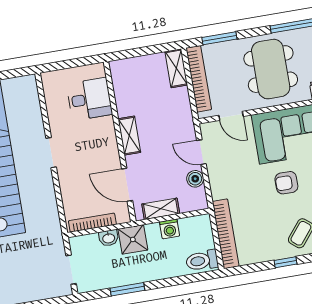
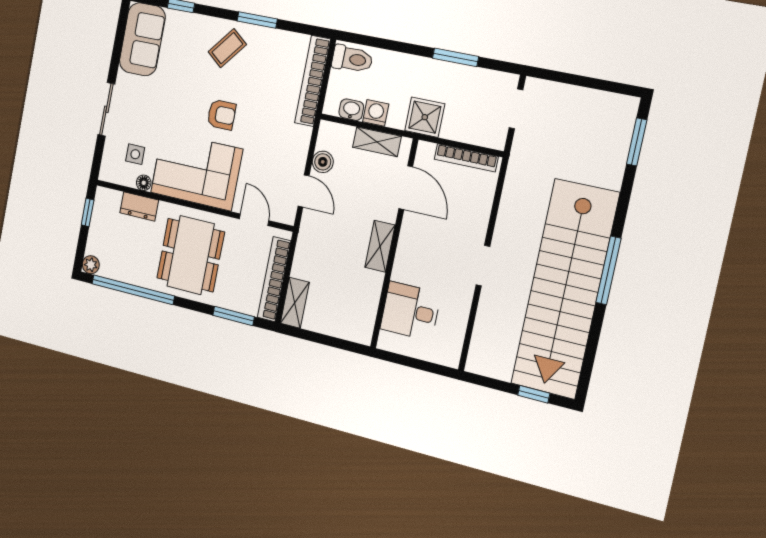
washbasin: (109, 238) -> (351, 110), moved
window: (285, 262) -> (257, 20), width x1.50

